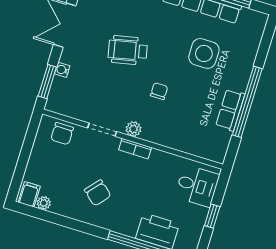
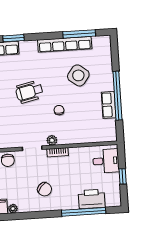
side table: (204, 53) -> (78, 75), turned 37

